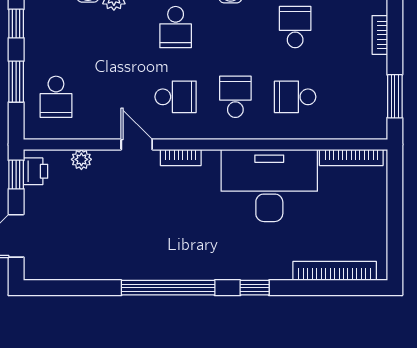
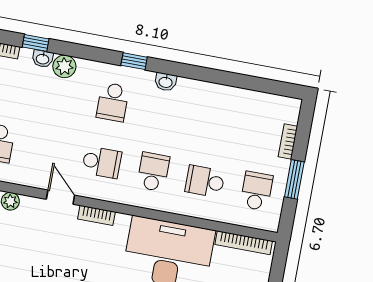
school desk: (295, 27) -> (257, 191), moved
window: (395, 96) -> (294, 179), moved

